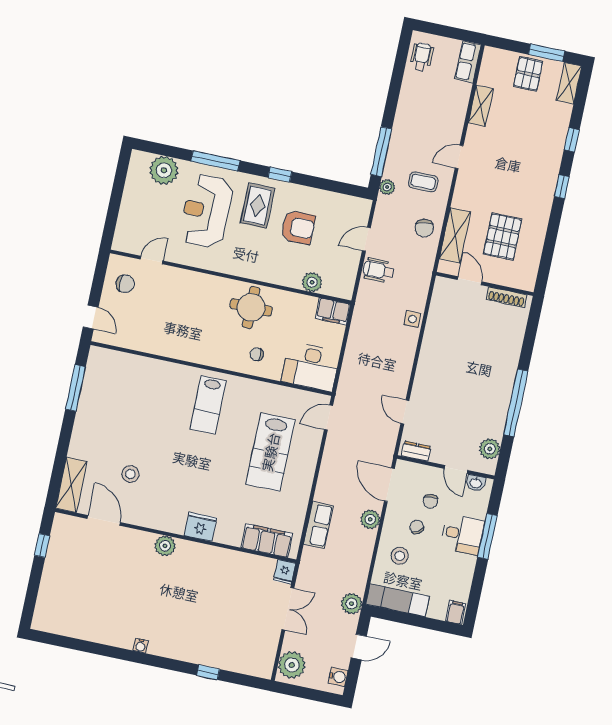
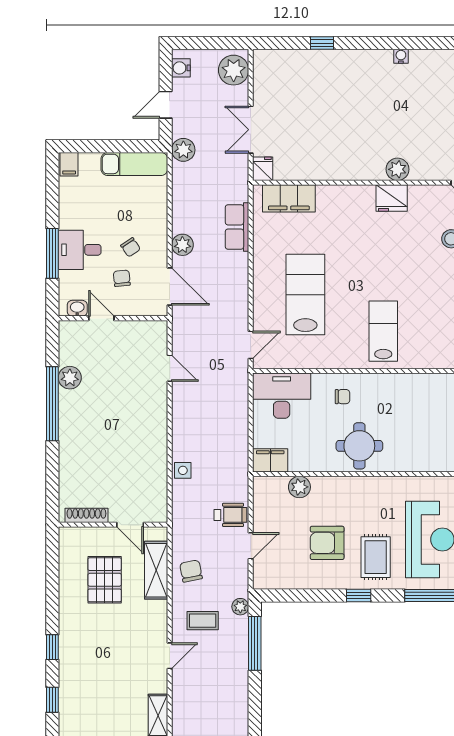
plant: (490, 449) -> (70, 378), moved
dresser: (416, 451) -> (149, 329), removed
fridge: (200, 527) -> (392, 198), moved
stool: (400, 556) -> (142, 212), removed

